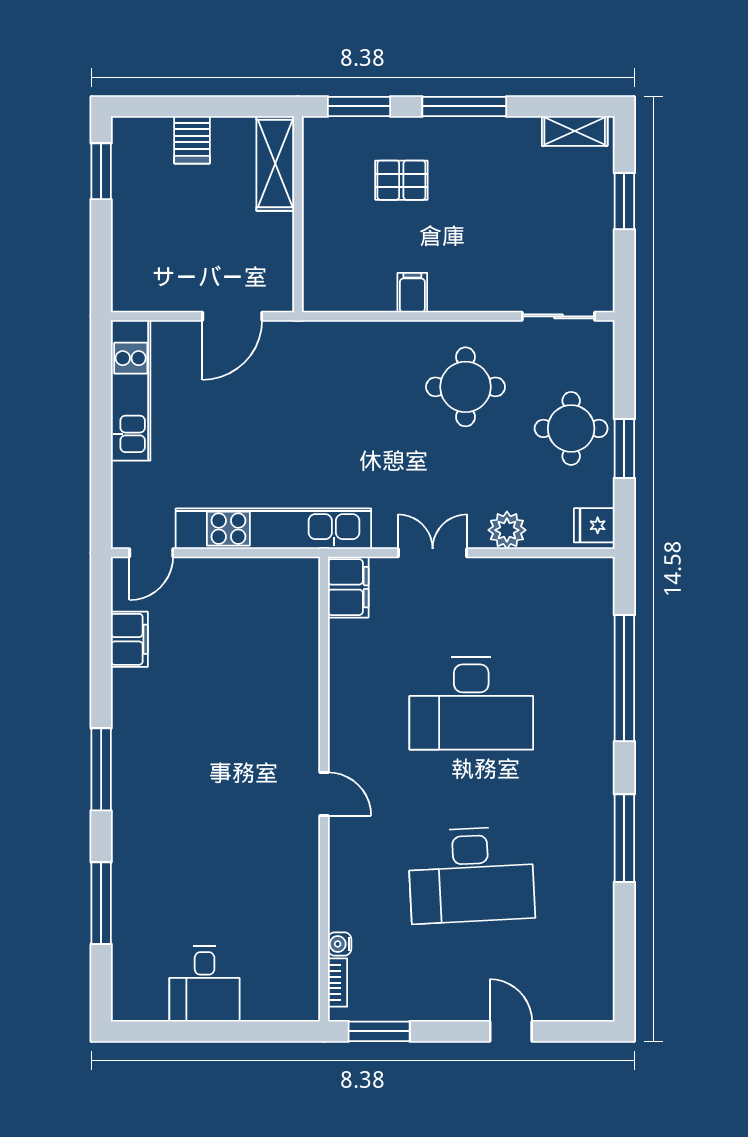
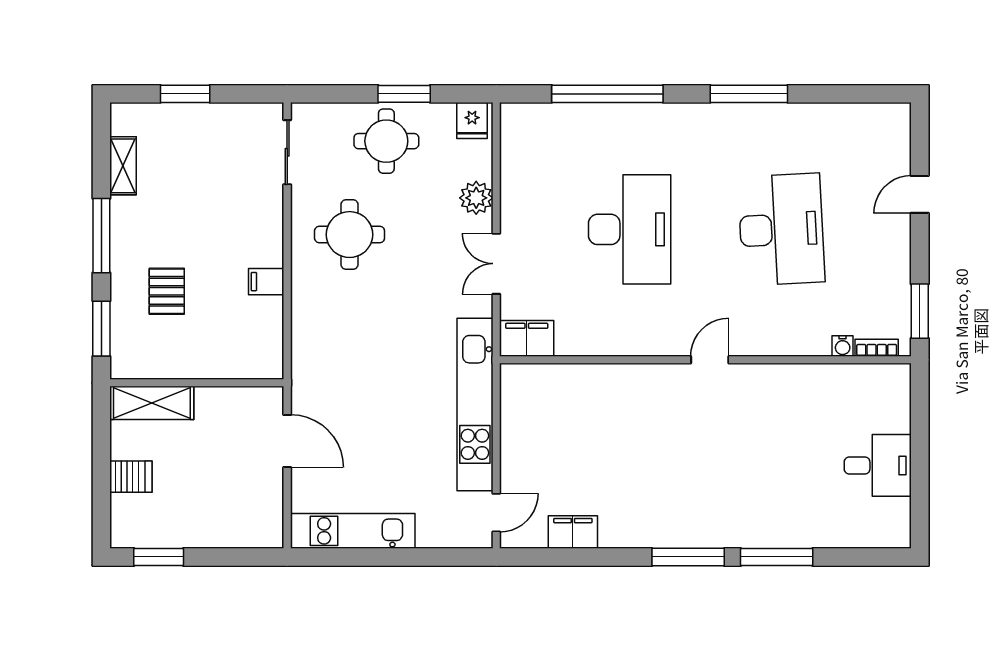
shelving: (575, 131) -> (123, 166), moved
door: (151, 553) -> (496, 513), hinge flipped
window: (101, 903) -> (777, 557), moved

